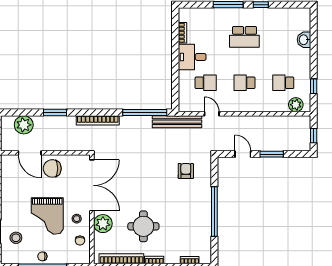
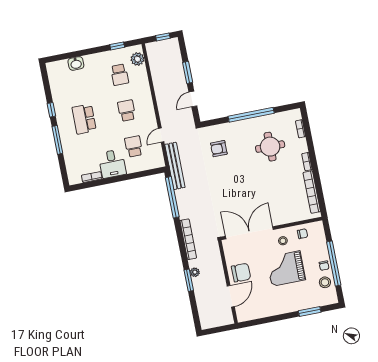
school desk: (244, 37) -> (84, 119), turned 180
school desk: (244, 83) -> (127, 111), turned 180
plant: (24, 125) -> (195, 272), moved, width x0.53, depth x0.53
chair: (52, 168) -> (241, 273), turned -90
grand piano: (47, 216) -> (286, 268), turned 180
plant: (103, 224) -> (283, 216), removed
round table: (143, 226) -> (270, 147), moved
stool: (16, 238) -> (325, 282), moved

